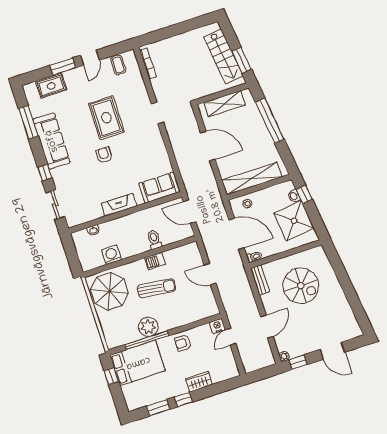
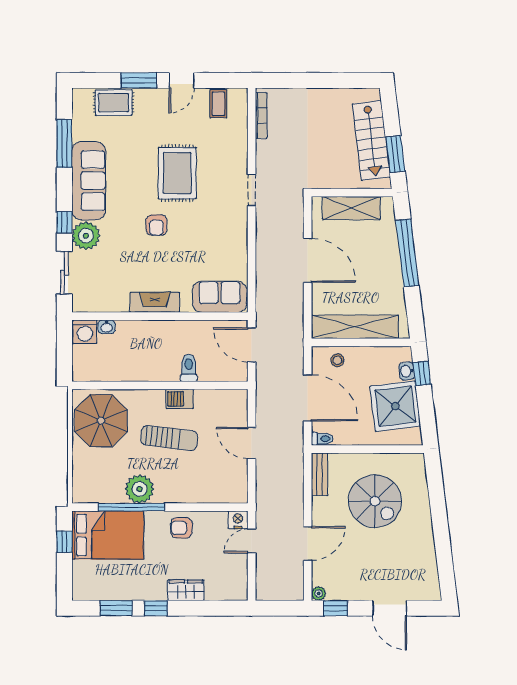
armchair: (104, 155) -> (156, 225), turned 180
plant: (61, 177) -> (86, 236), added
washing machine: (112, 255) -> (85, 332), moved, turned 180

